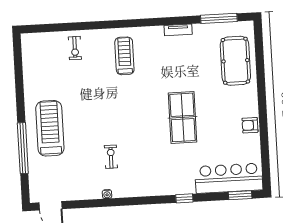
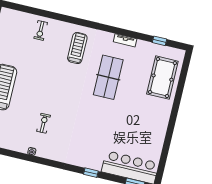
window: (219, 18) -> (159, 41), width x0.46
table tennis table: (183, 117) -> (108, 77), moved
armchair: (250, 125) -> (159, 131), removed

